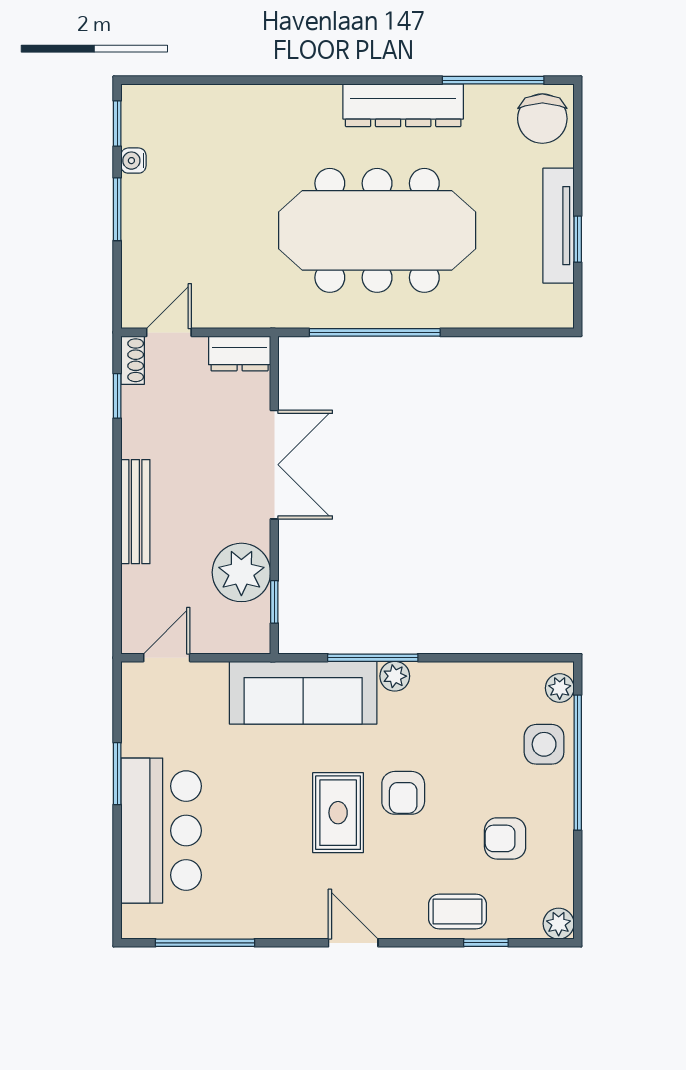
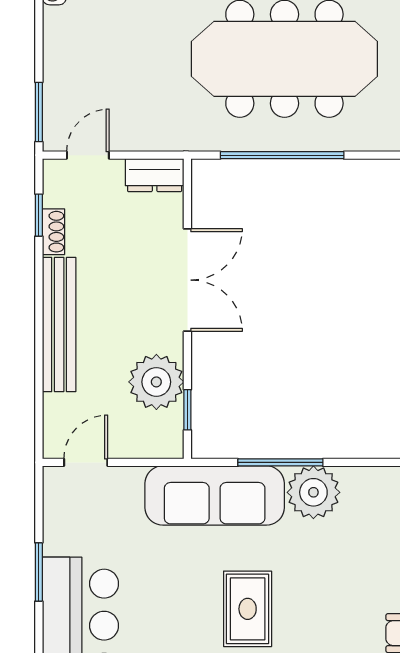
window: (117, 209) -> (39, 112), moved
shoe rack: (133, 360) -> (53, 232), moved
bench: (135, 512) -> (59, 325), width x1.37, depth x1.21
plant: (395, 676) -> (313, 492), width x1.87, depth x1.87
armchair: (403, 793) -> (309, 590), removed

